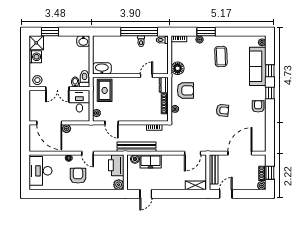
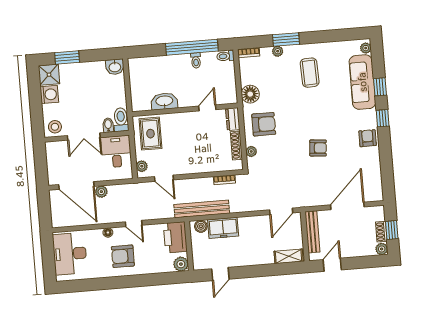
washbasin: (102, 68) -> (164, 101), moved
armchair: (78, 176) -> (123, 256), turned -90

